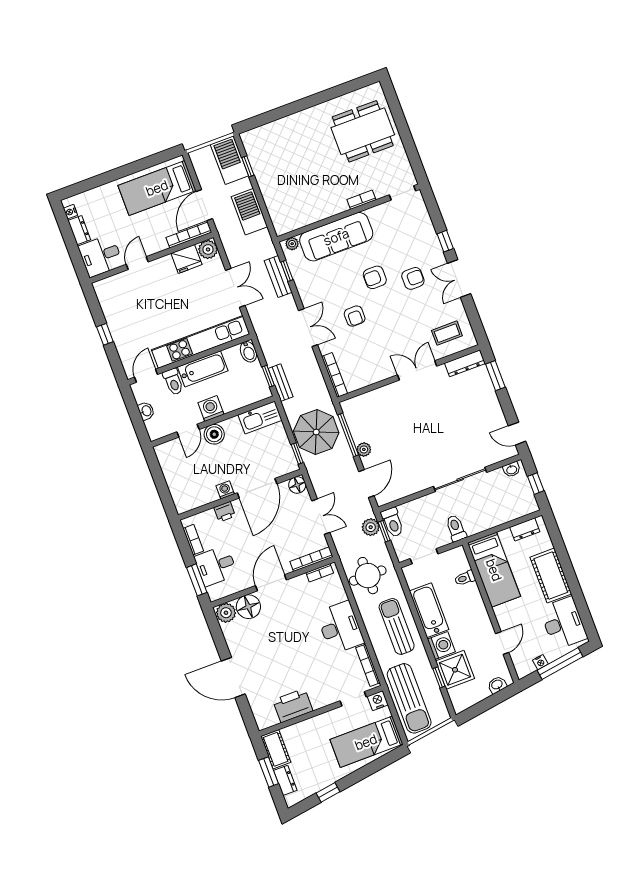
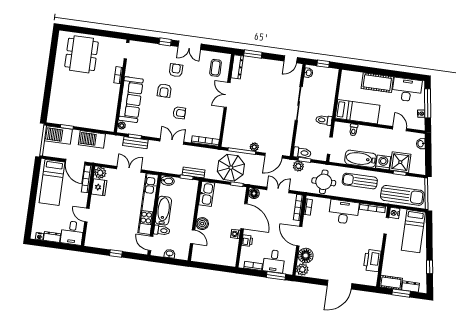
washing machine: (211, 409) -> (187, 218), removed
door: (366, 484) -> (274, 156), swing flipped
dresser: (525, 529) -> (345, 83), removed

